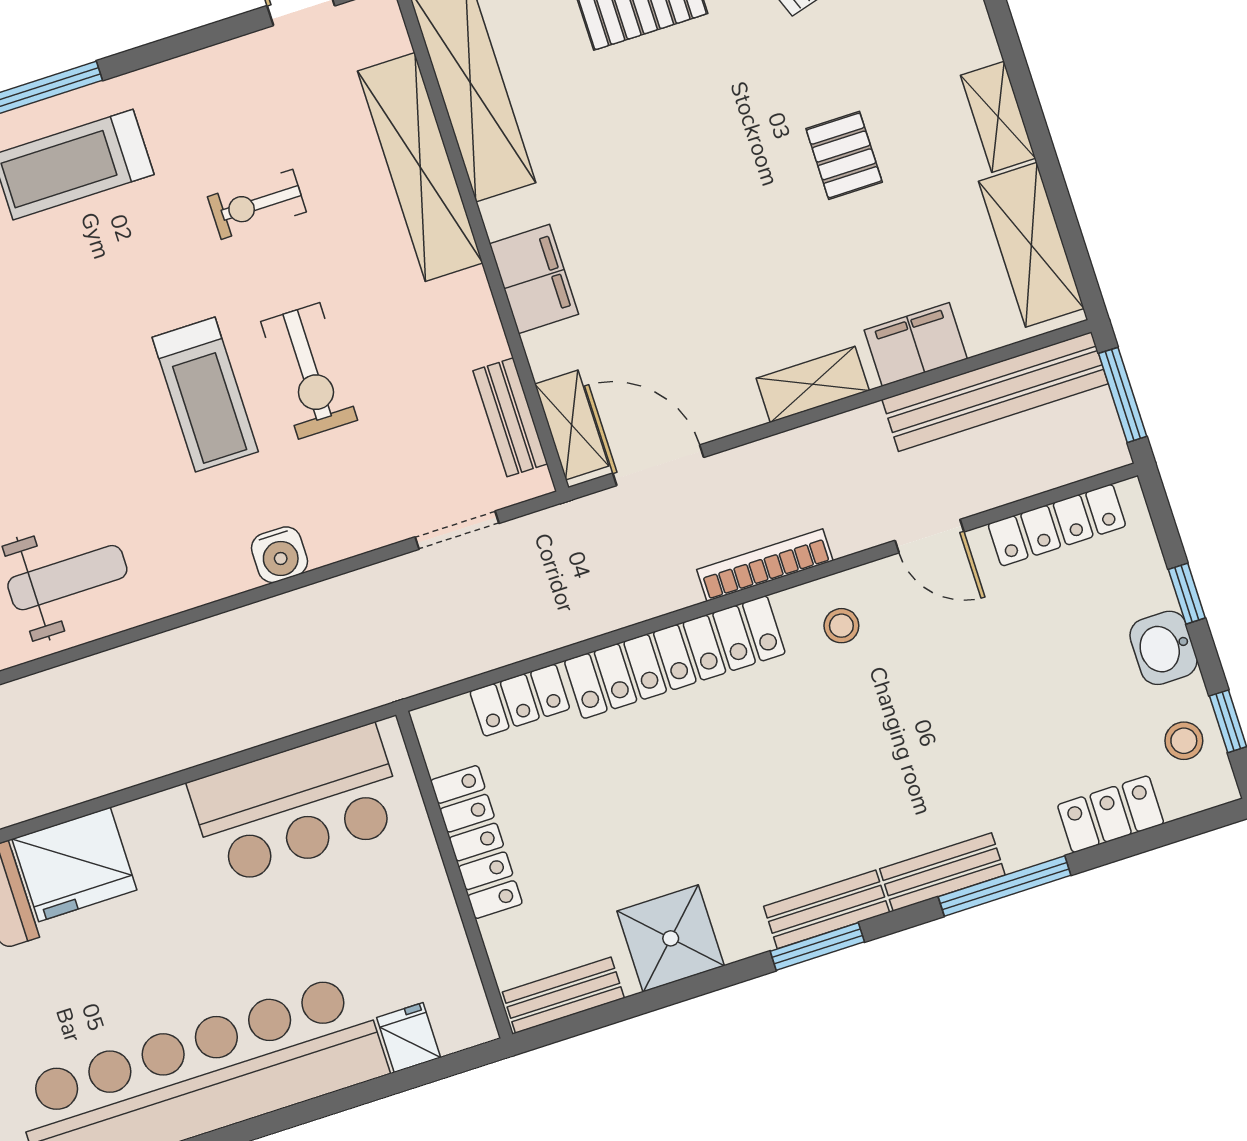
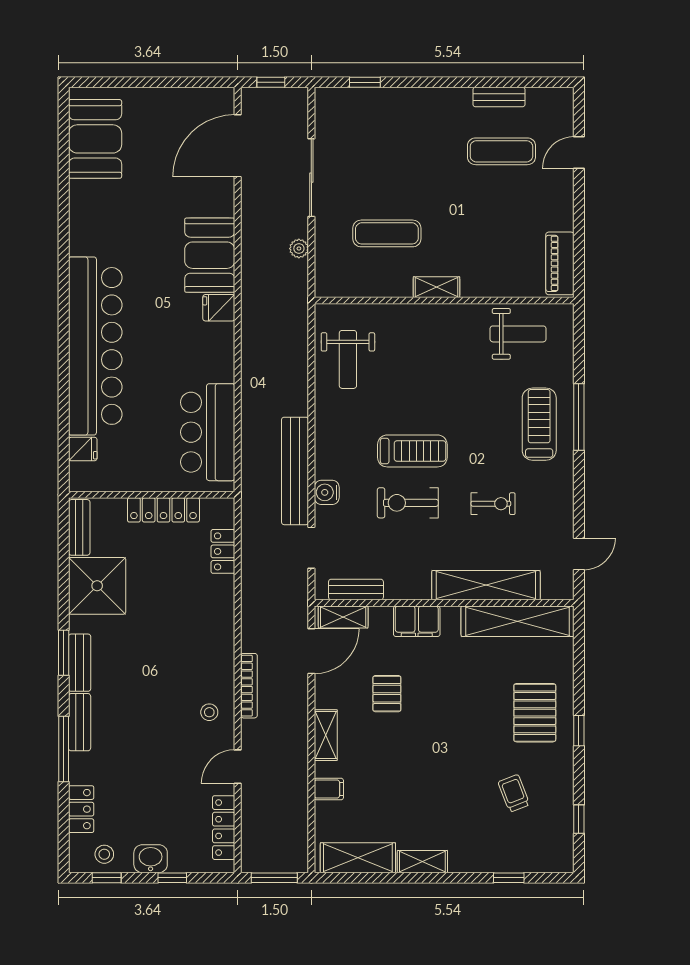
pallet: (844, 155) -> (387, 694), moved, turned 90
exercise bike: (257, 204) -> (493, 504), turned 90
filing cabinet: (916, 344) -> (329, 789), width x0.50
bench: (995, 392) -> (295, 471), moved
treadmill: (205, 395) -> (412, 451), turned 180
water cooler: (279, 555) -> (327, 492), moved
locker: (675, 657) -> (220, 630), removed
fridge: (74, 864) -> (219, 308), width x0.53, depth x0.75
shower: (671, 938) -> (97, 586), width x1.37, depth x1.37

